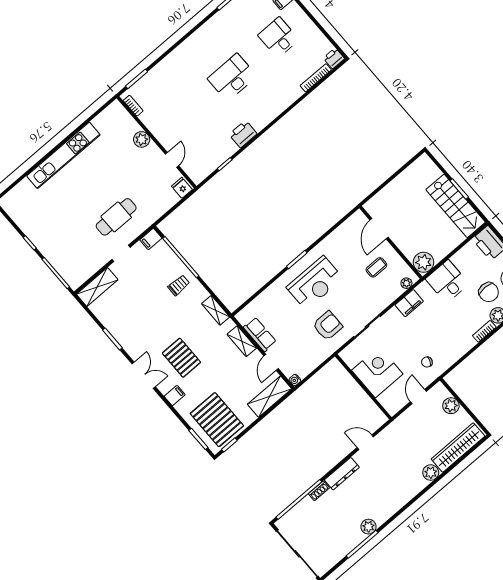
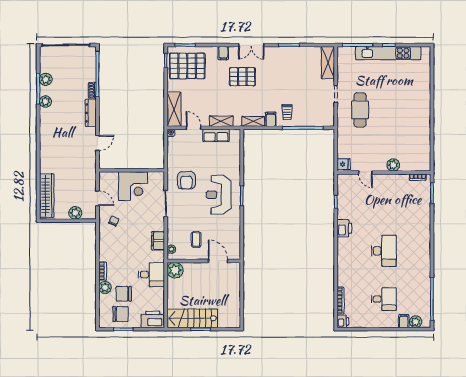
kitchen unit: (63, 155) -> (388, 53), moved, turned -90
filing cabinet: (151, 239) -> (271, 119), moved
plant: (431, 473) -> (46, 79), moved

